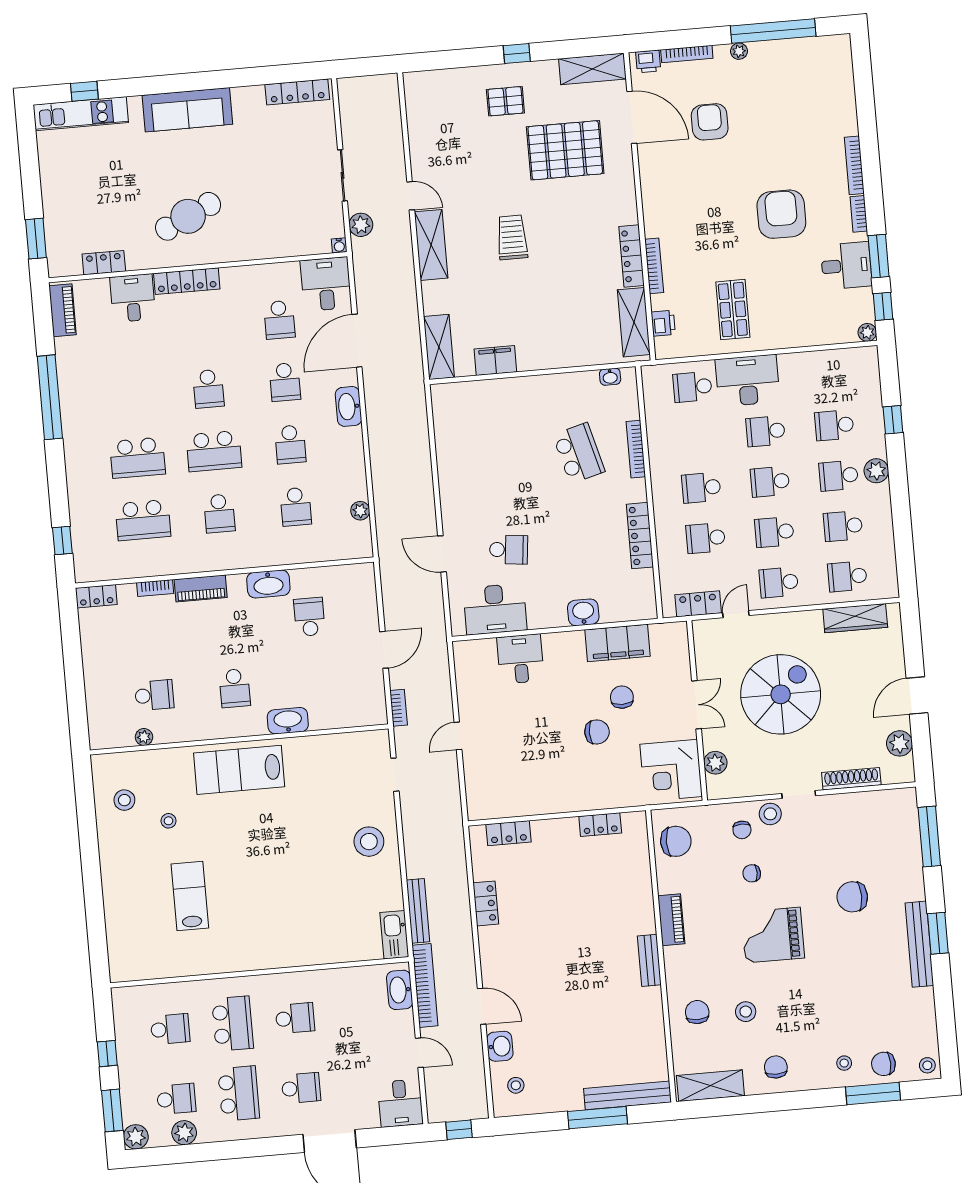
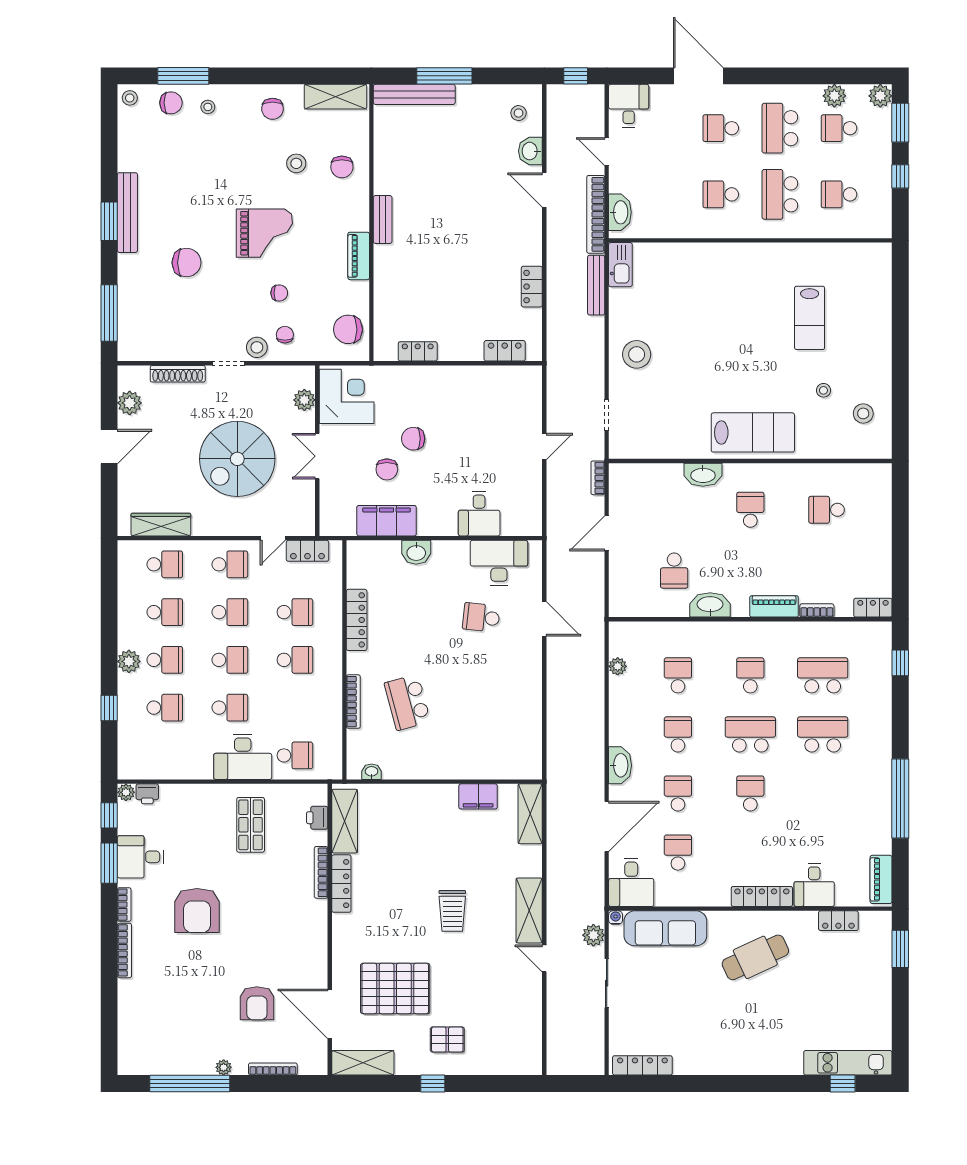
printer: (648, 61) -> (147, 794), moved, turned 180
sofa: (187, 110) -> (665, 928), moved, turned 180
plant: (144, 737) -> (840, 471), removed

